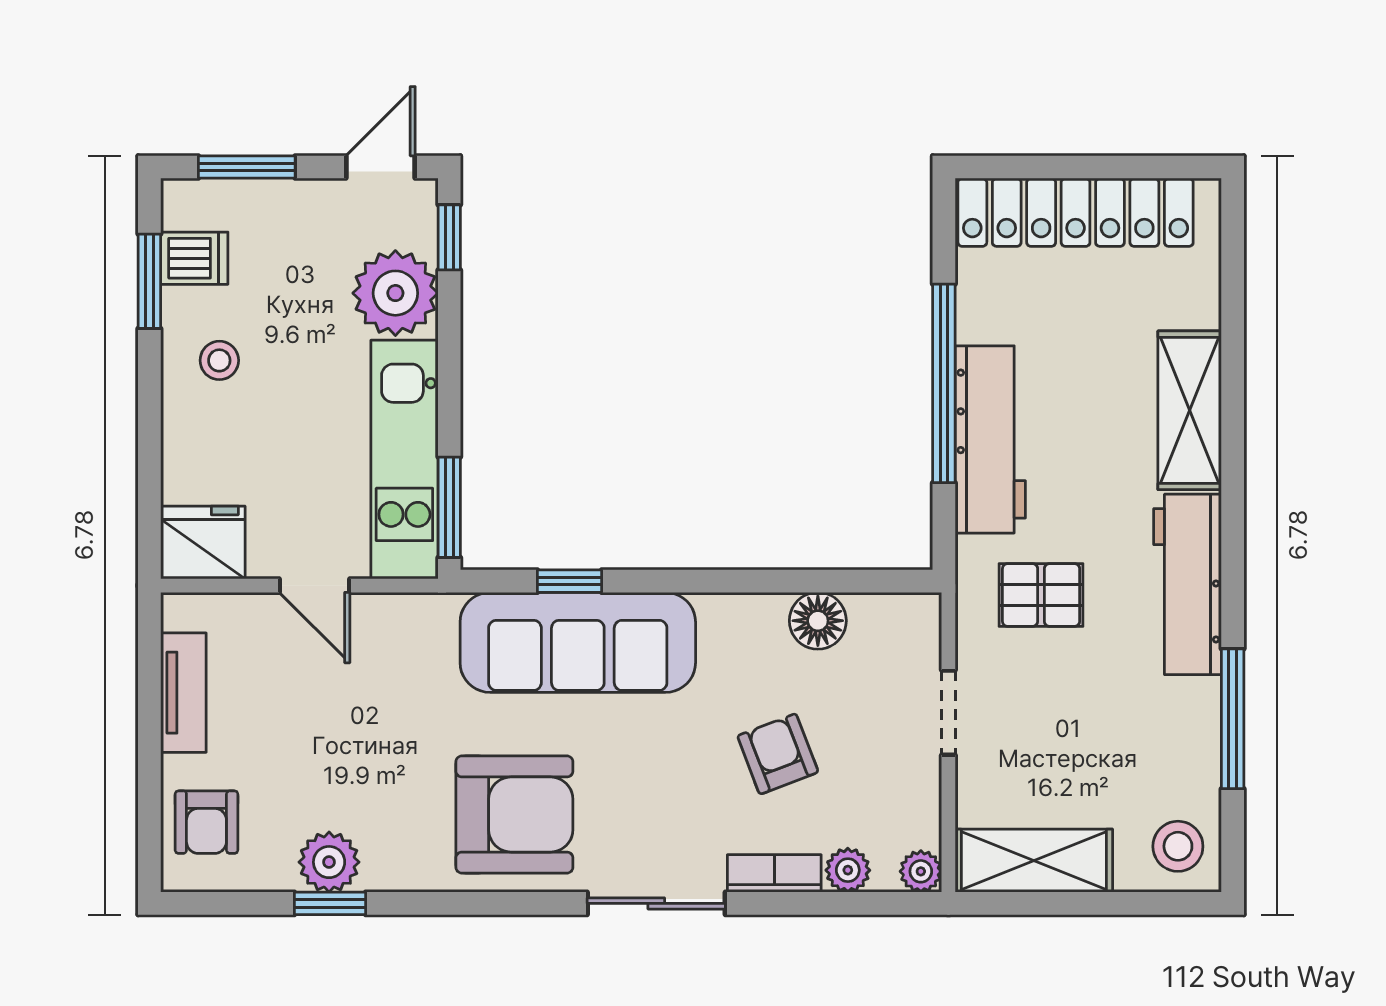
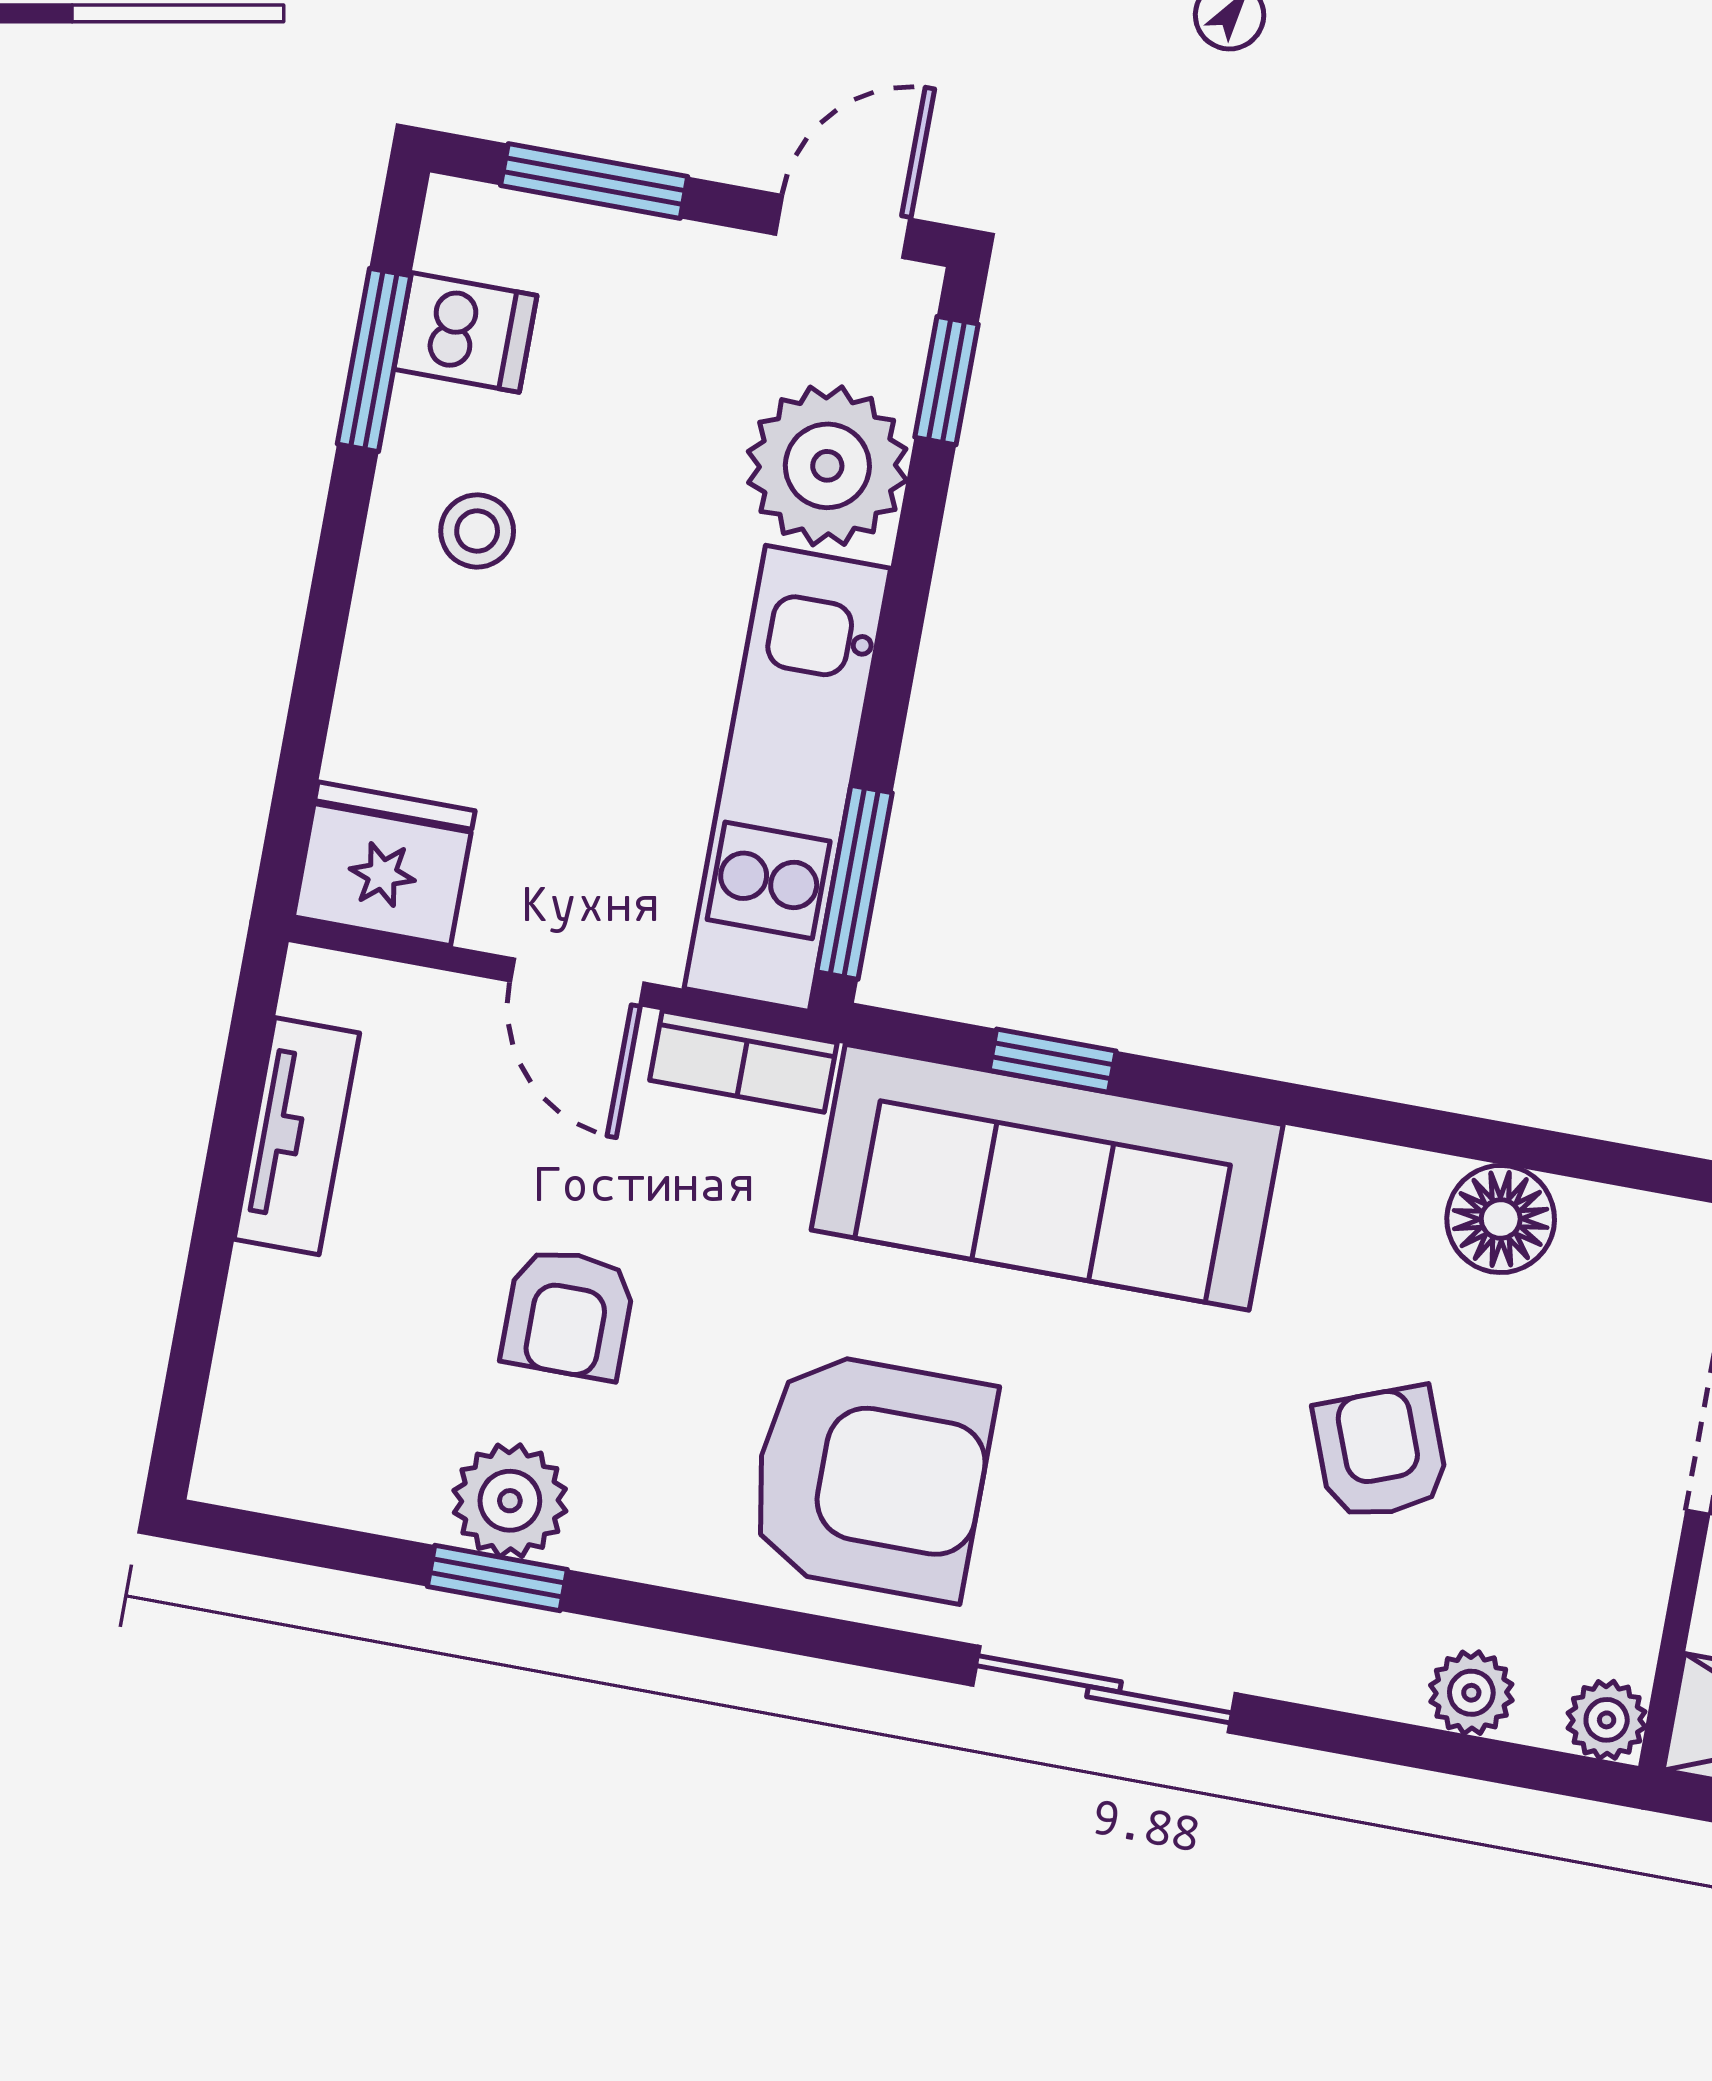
armchair: (206, 822) -> (568, 1314), moved
bookcase: (774, 873) -> (743, 1061), moved, turned 180

